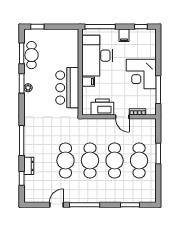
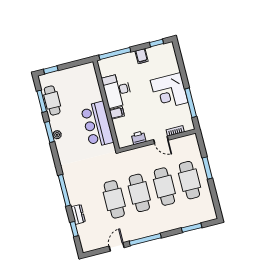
desk: (97, 56) -> (117, 90), width x0.73, depth x0.77
printer: (102, 107) -> (139, 138), width x0.53, depth x0.68

